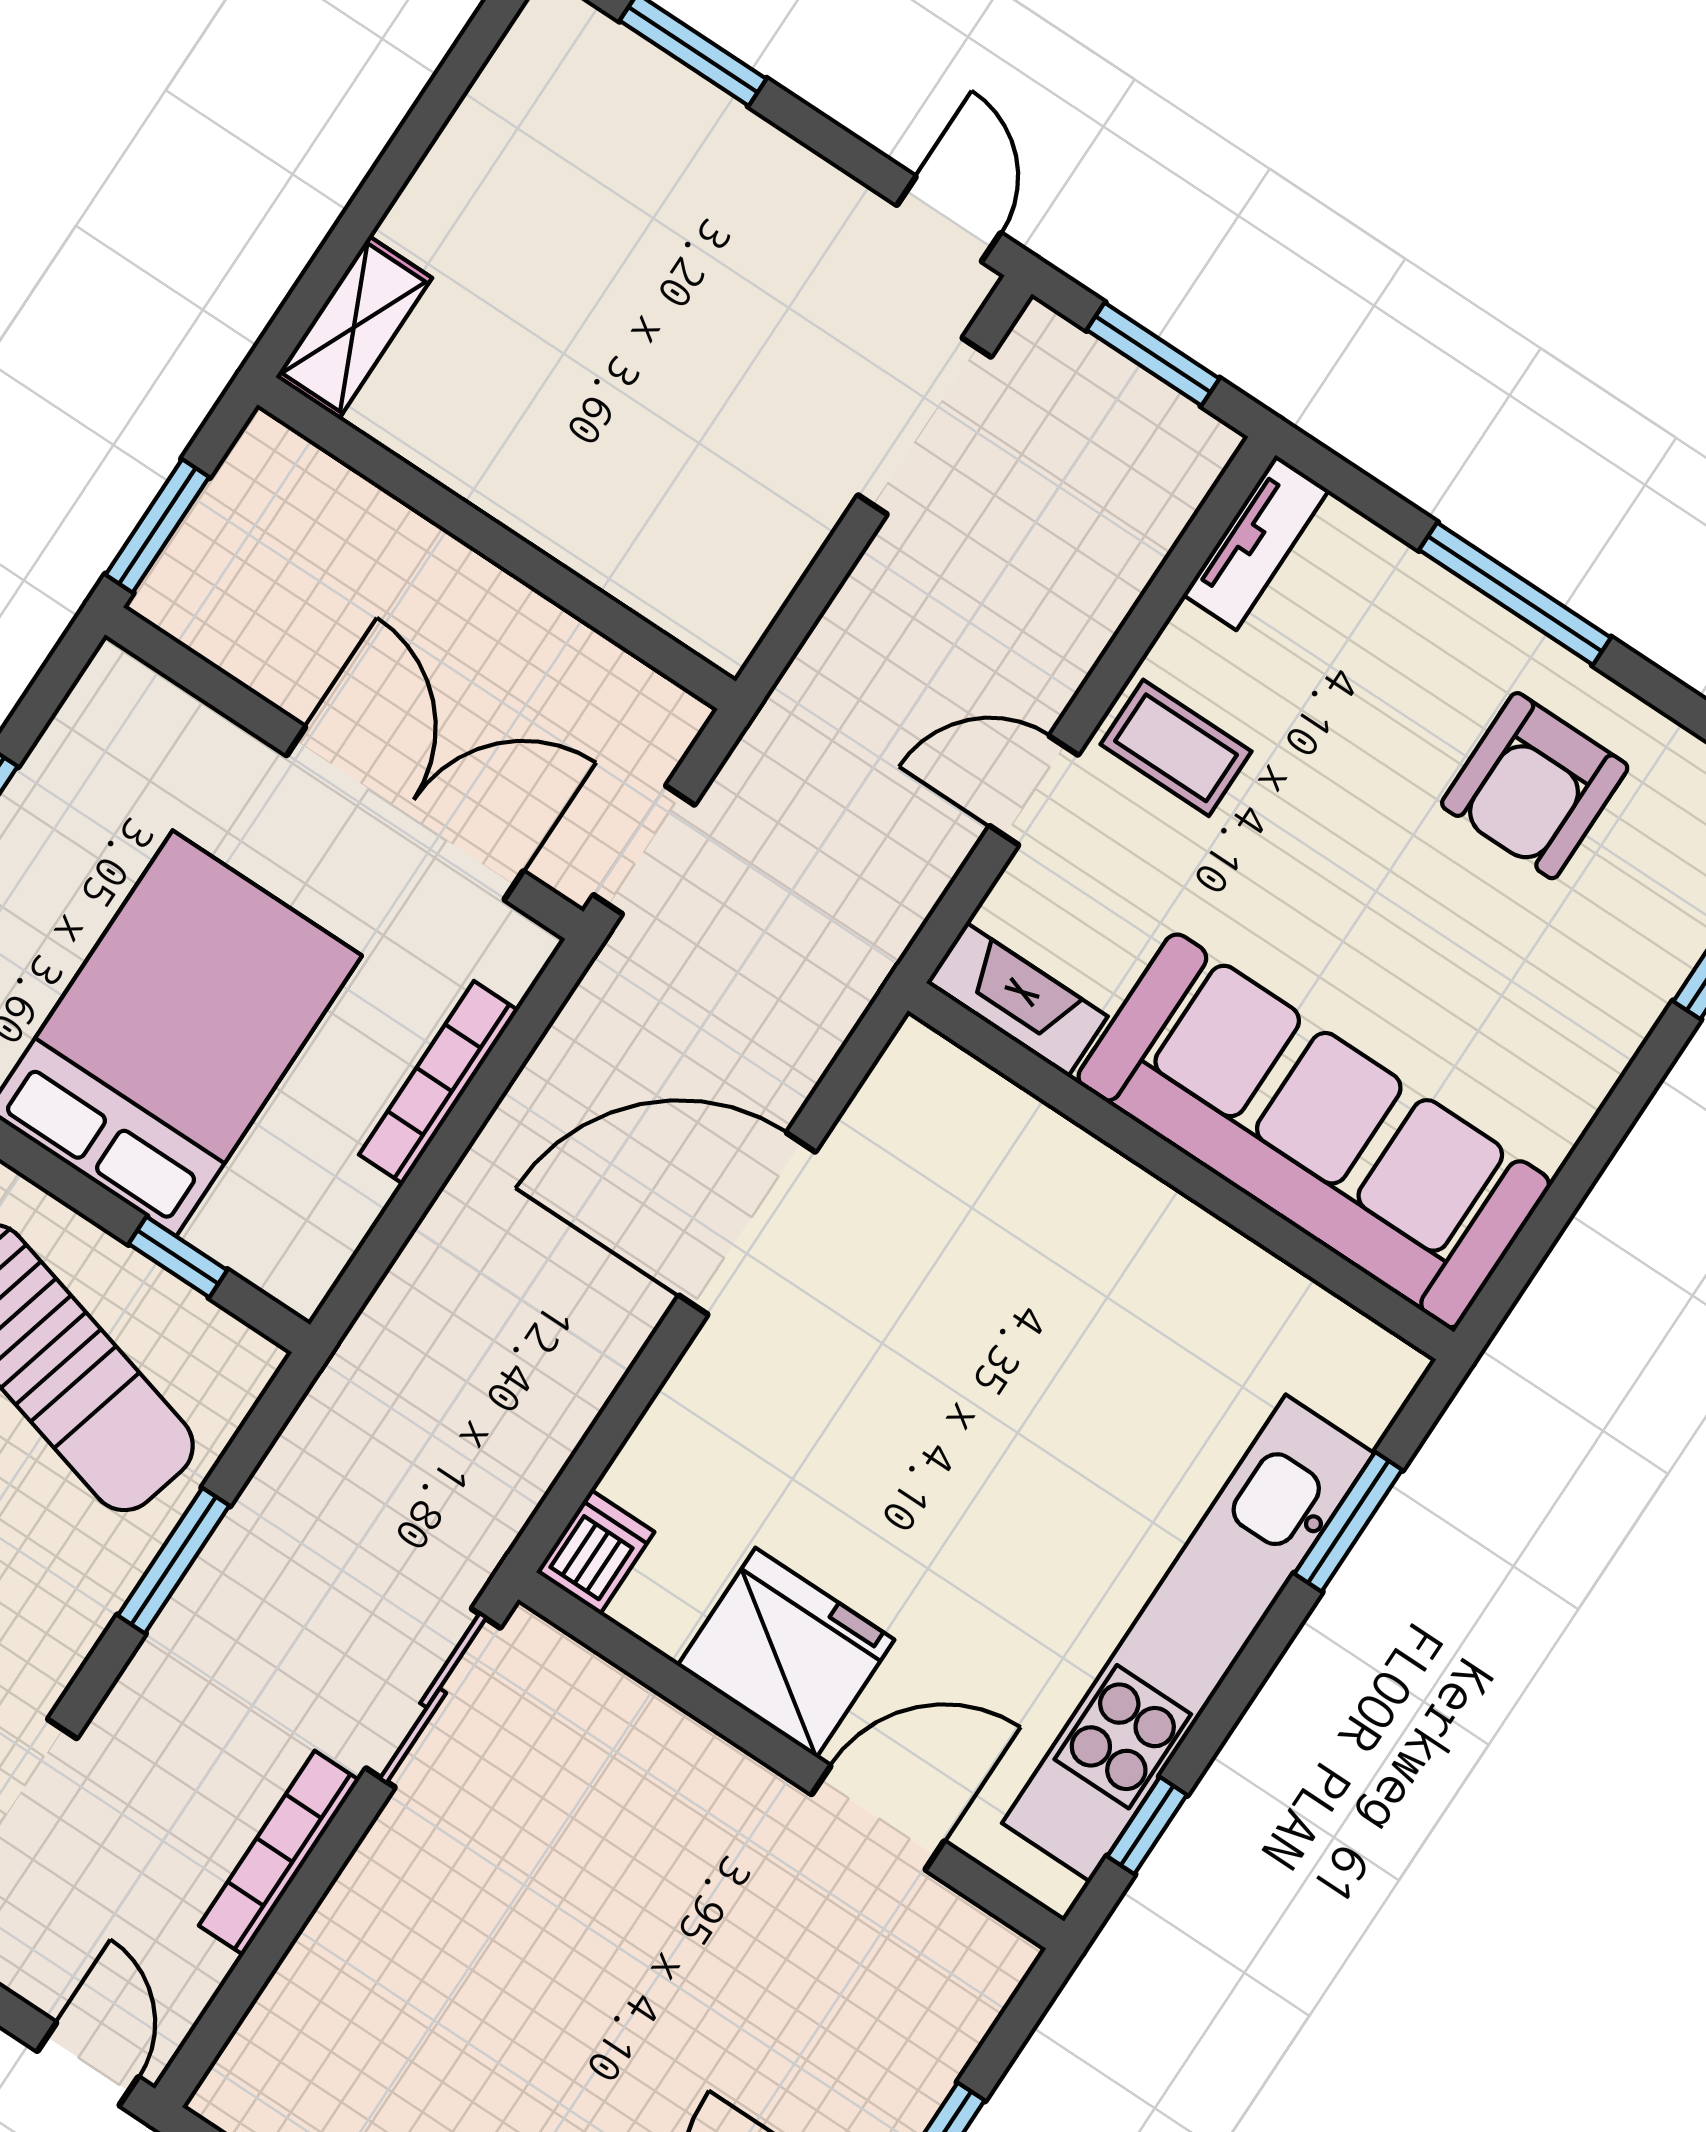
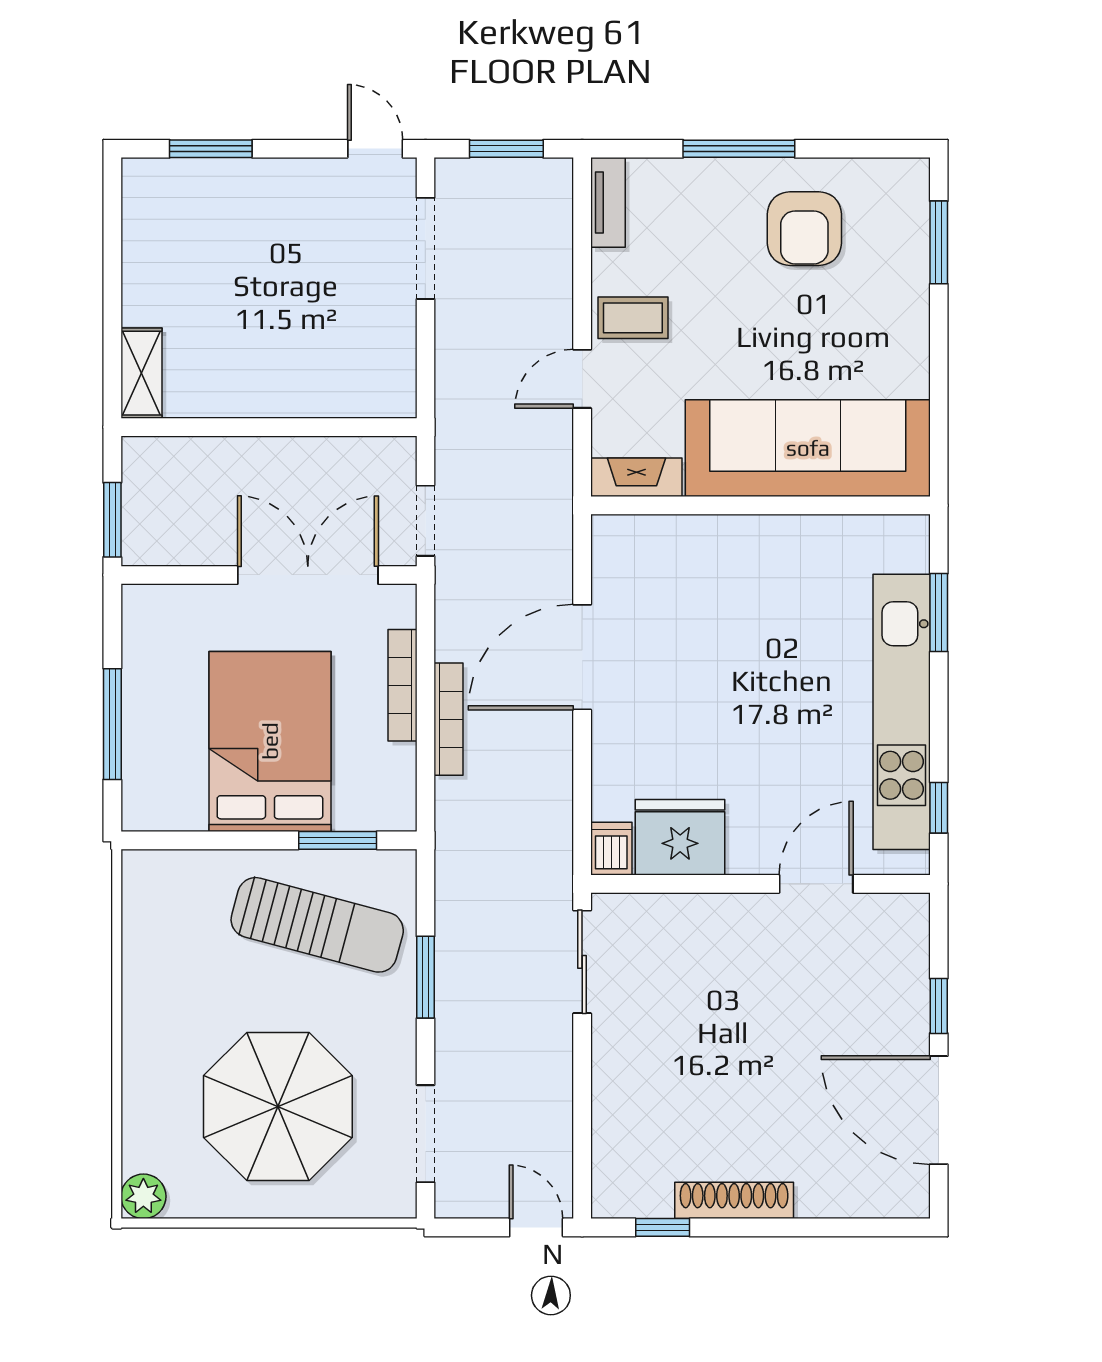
window: (178, 1257) -> (338, 840), width x1.50
fridge: (786, 1653) -> (680, 837), moved
bookcase: (279, 1853) -> (449, 719), moved, turned 180

